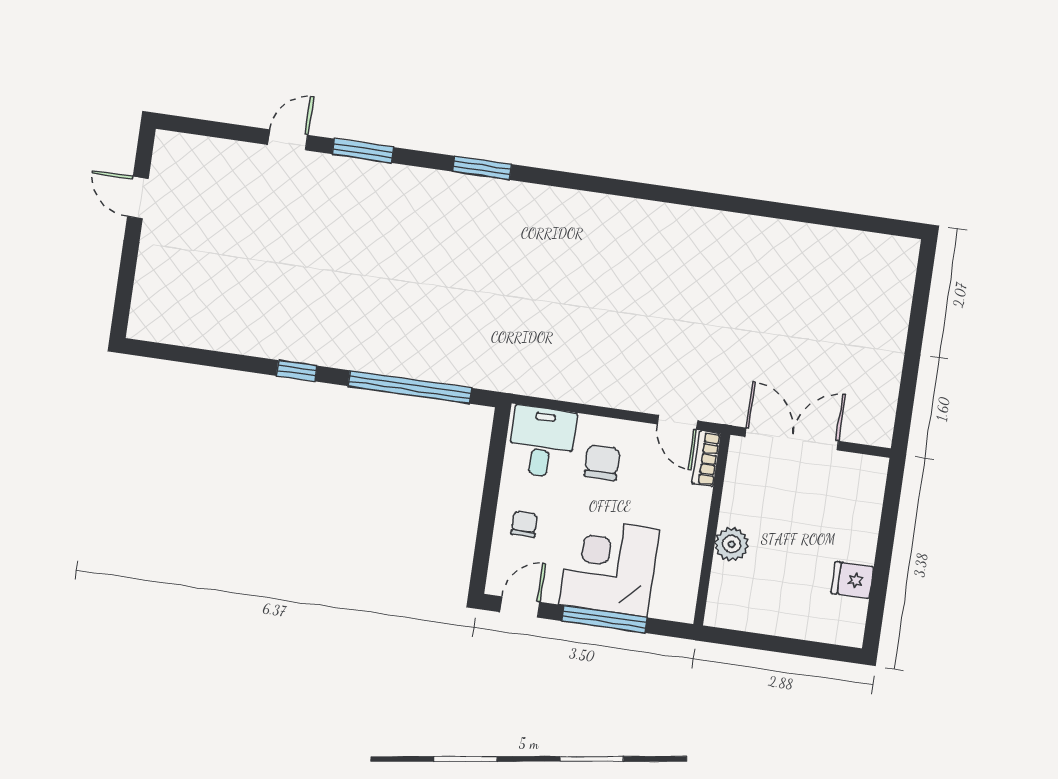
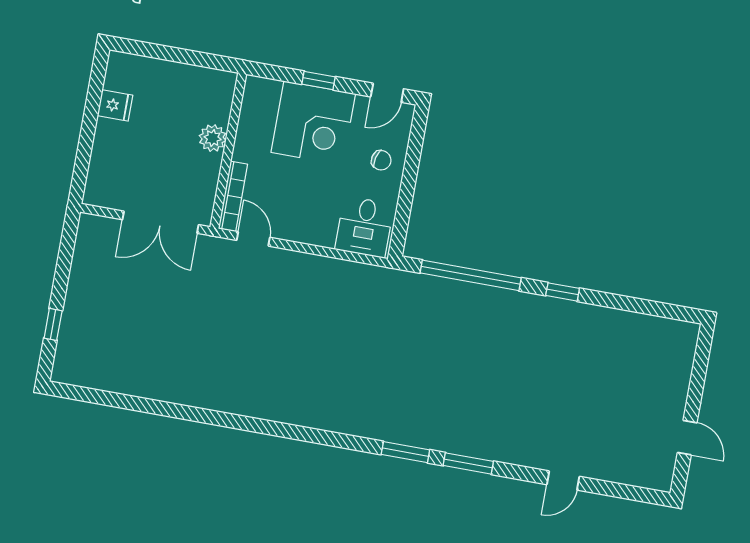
window: (363, 151) -> (468, 463), moved
window: (919, 309) -> (53, 324), added
bookcase: (706, 459) -> (233, 196), width x1.56
chair: (602, 462) -> (316, 208), removed
chair: (524, 524) -> (381, 160), turned -76
window: (604, 619) -> (319, 80), width x0.46

